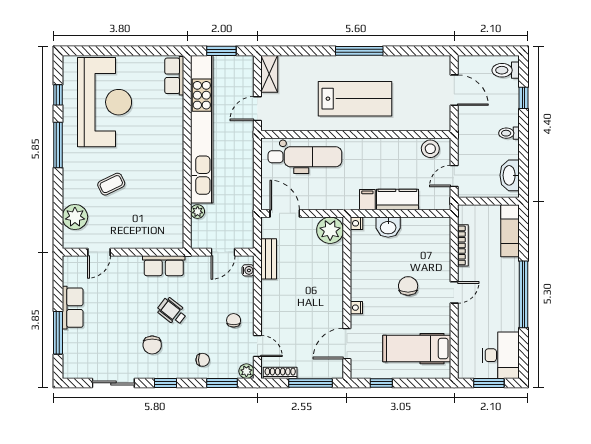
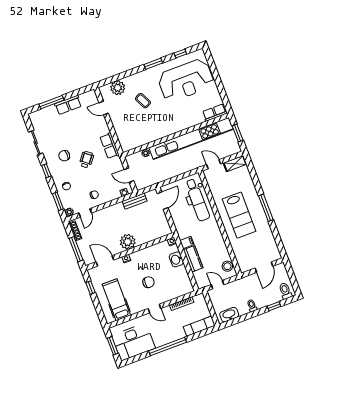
window: (58, 145) -> (153, 64), width x0.69
plant: (330, 230) -> (128, 242), moved
desk: (501, 355) -> (133, 342), width x1.36, depth x1.30

